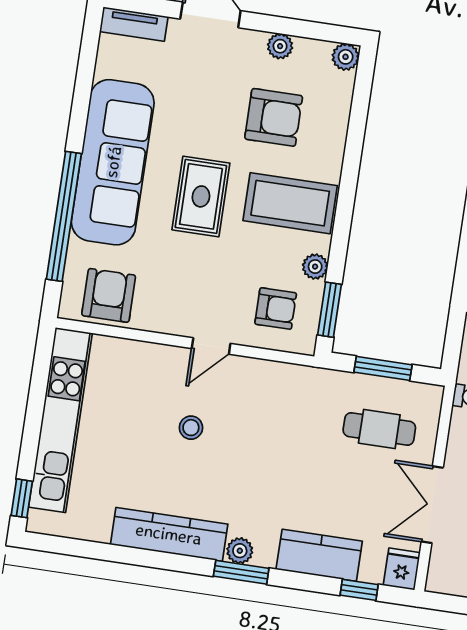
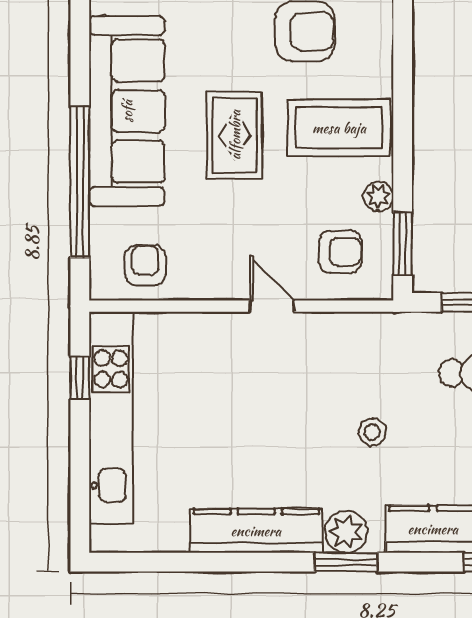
armchair: (109, 295) -> (145, 265), width x0.72, depth x0.72
door: (211, 346) -> (272, 306), swing flipped
stool: (191, 428) -> (372, 432), moved
window: (22, 498) -> (80, 378), moved
plant: (240, 551) -> (346, 532), width x1.38, depth x1.38

